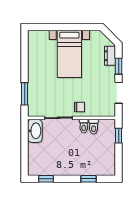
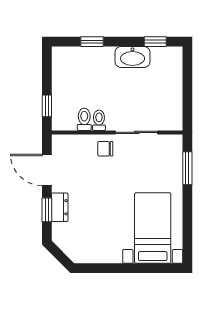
bed with nightstands: (69, 54) -> (153, 228), moved
dresser: (110, 56) -> (60, 207), moved
washbasin: (35, 131) -> (133, 57), moved, turned -90

